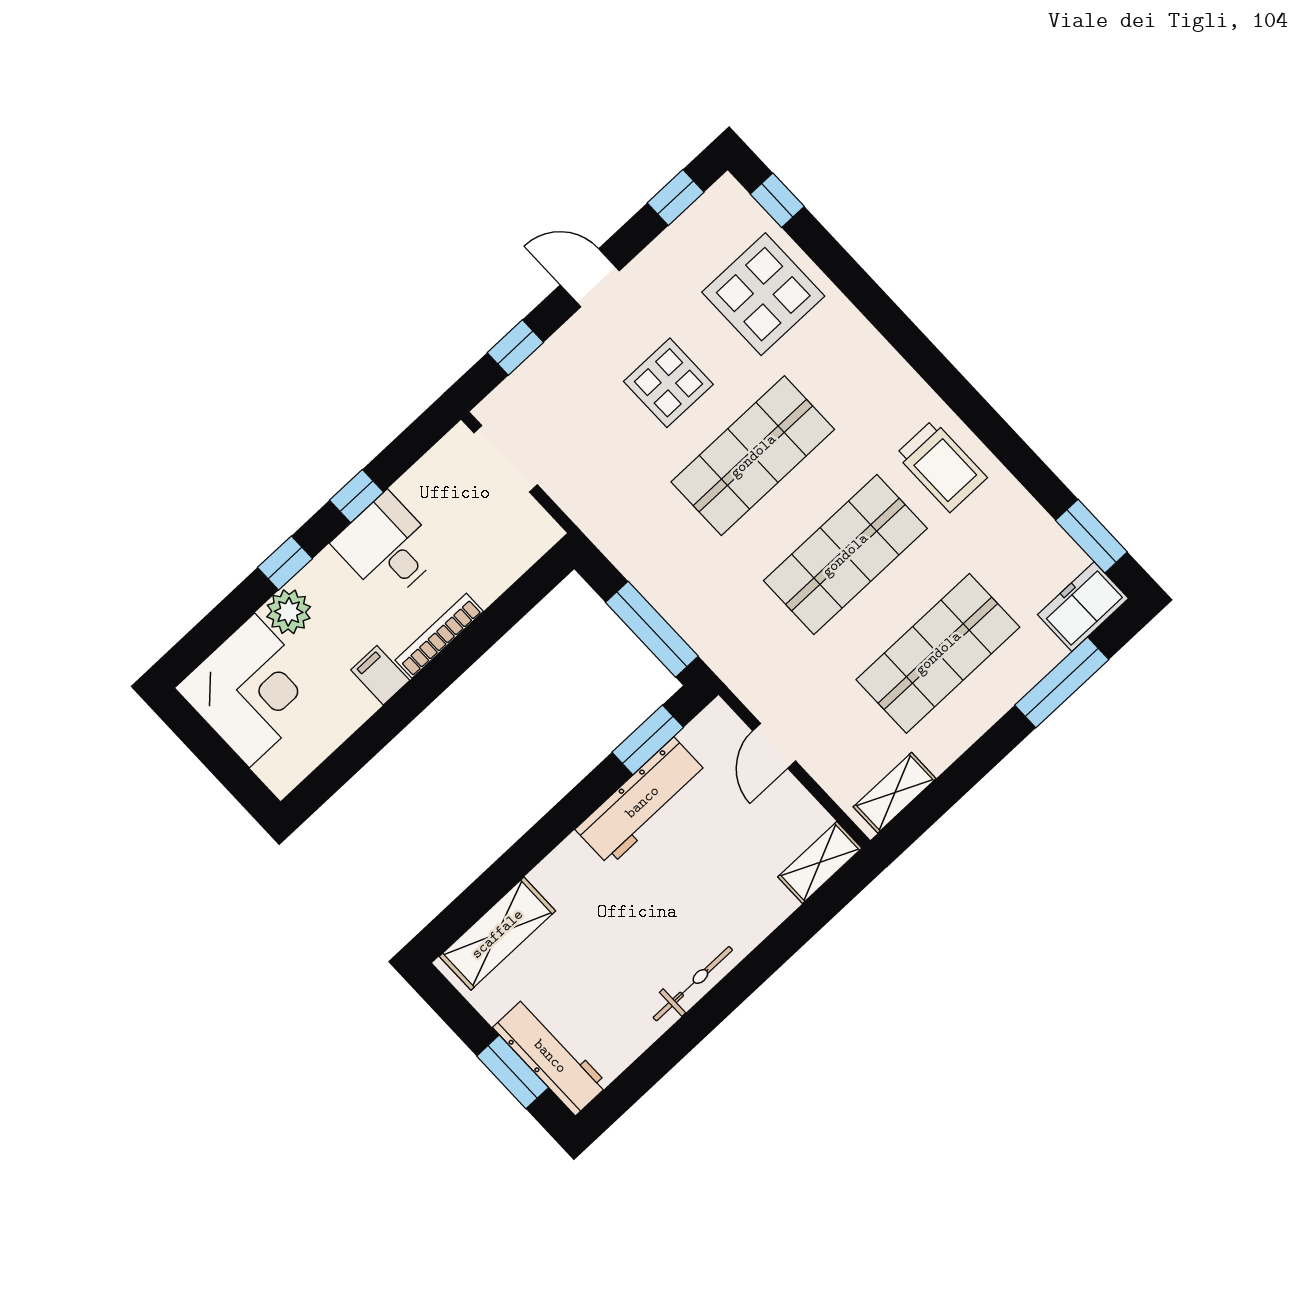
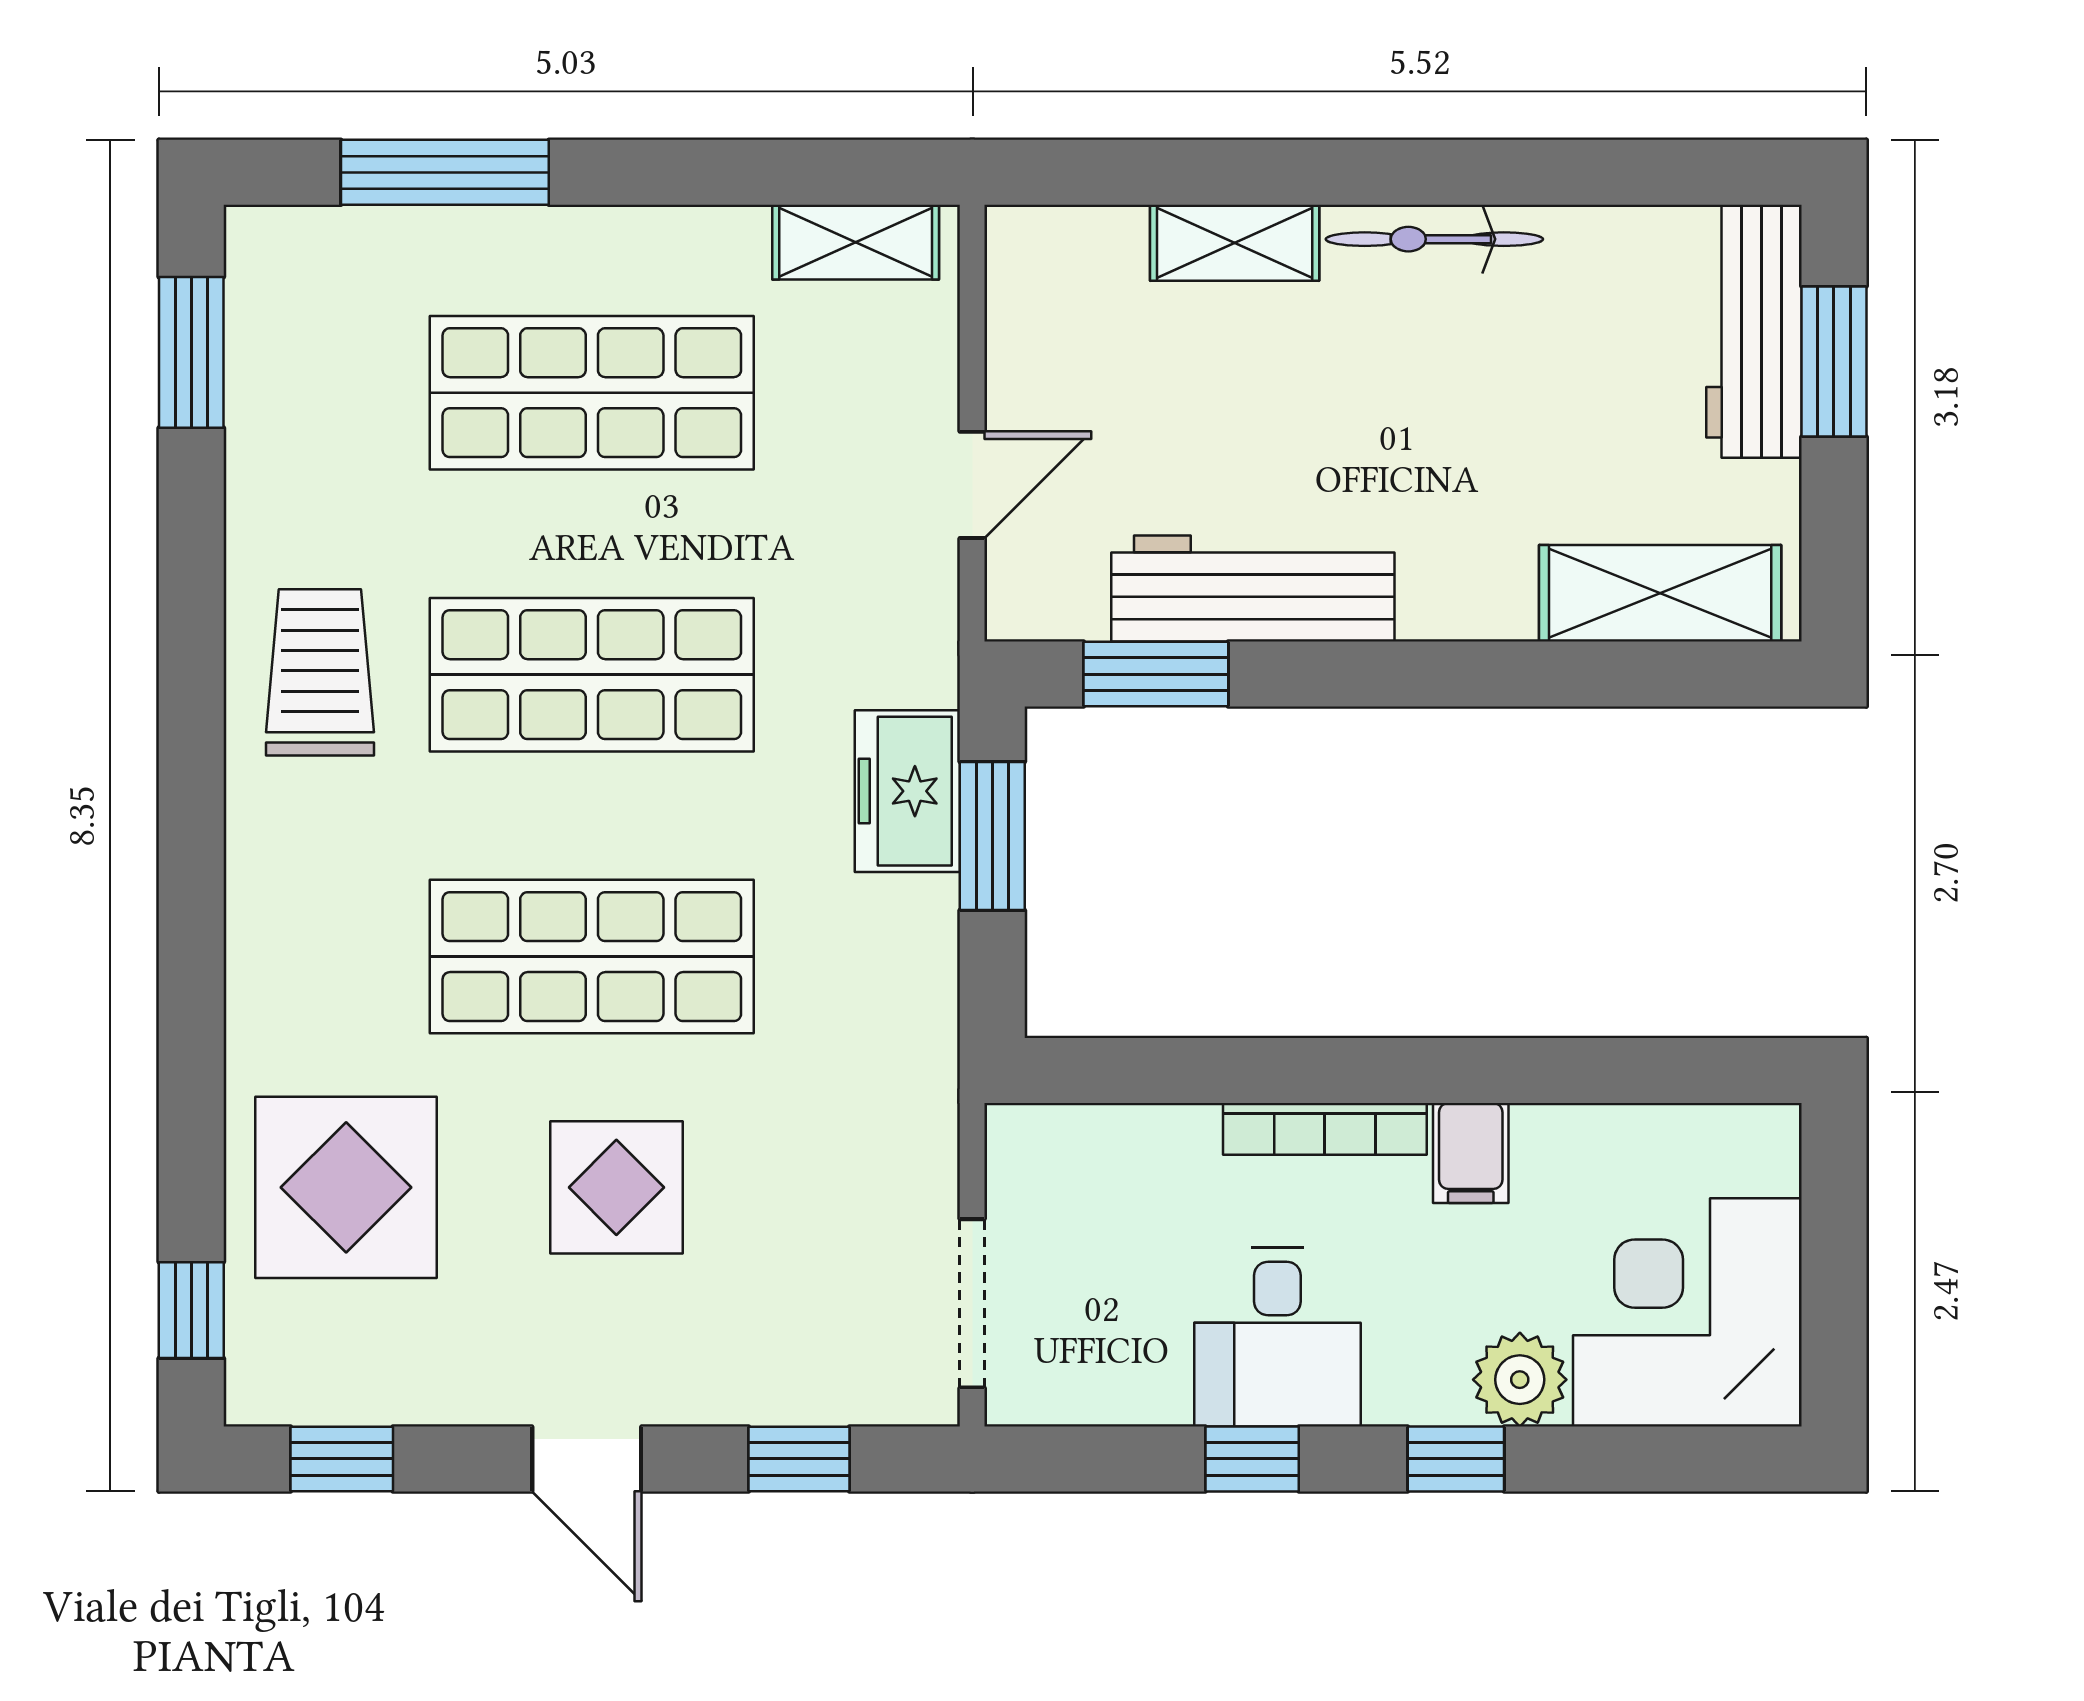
freezer: (1083, 607) -> (907, 791), moved, turned 90
window: (652, 629) -> (992, 836), width x0.69
shelving: (820, 862) -> (1235, 243), moved

